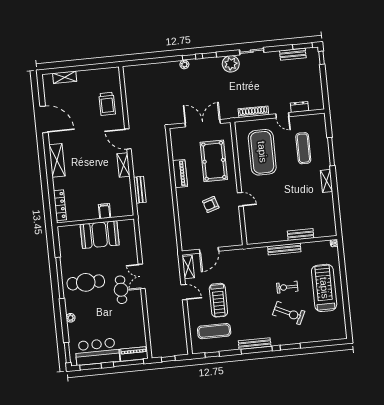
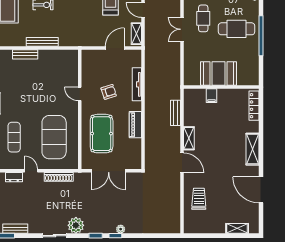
tv unit: (183, 215) -> (137, 84), added
double door: (142, 276) -> (182, 29), swing flipped

